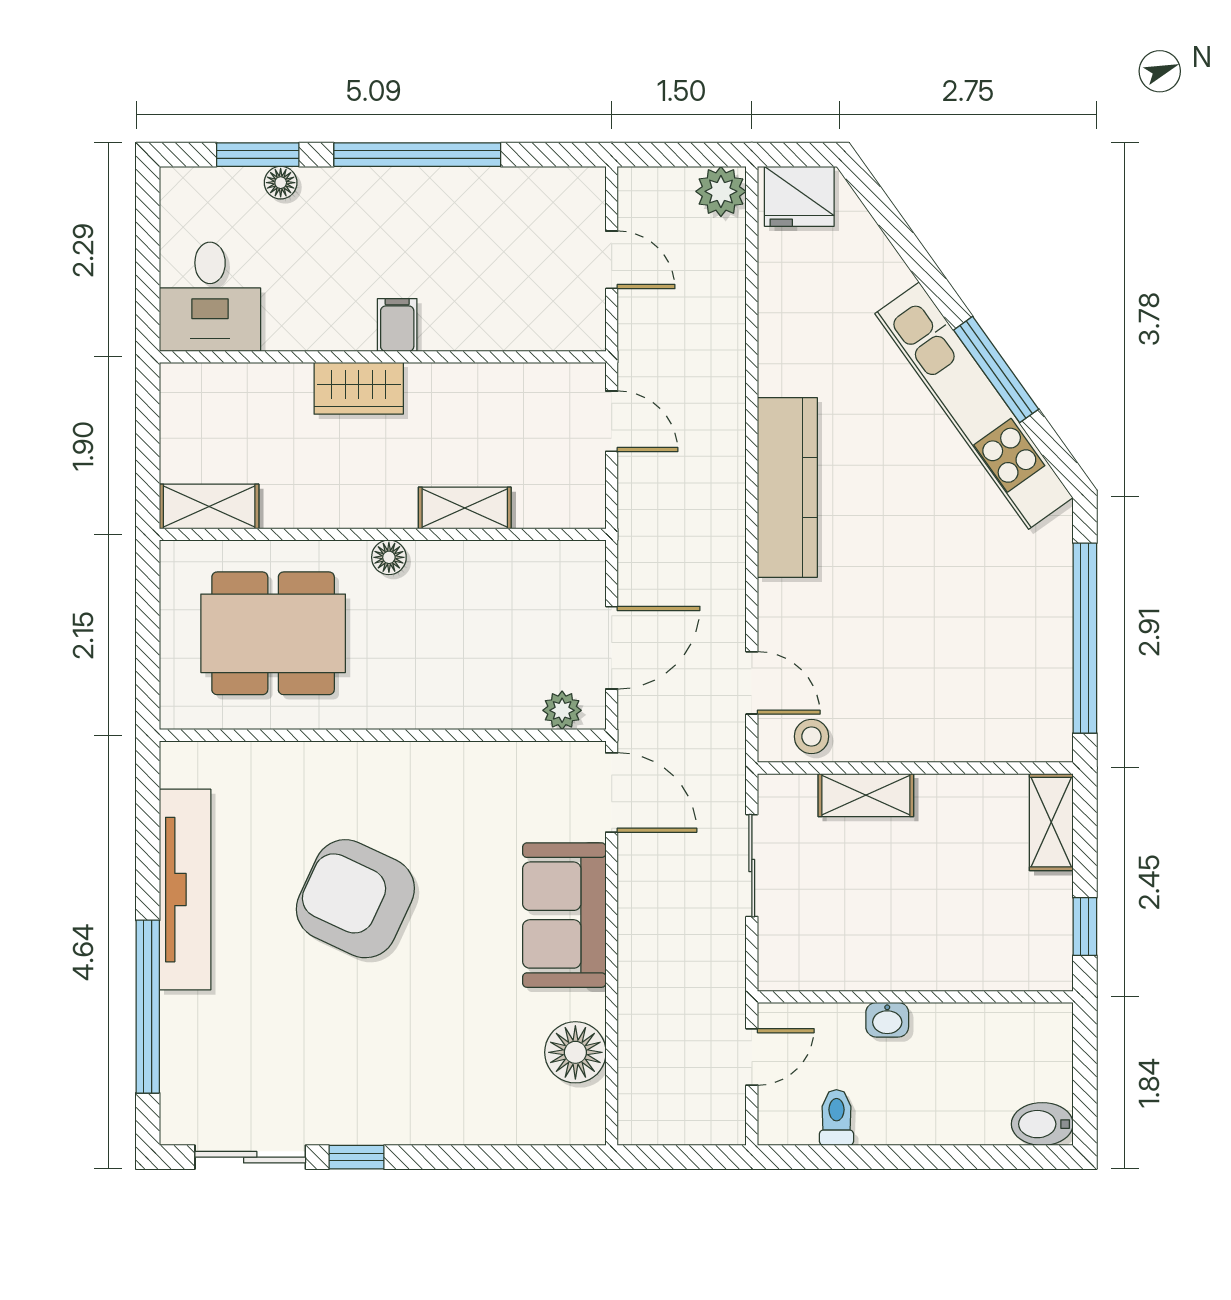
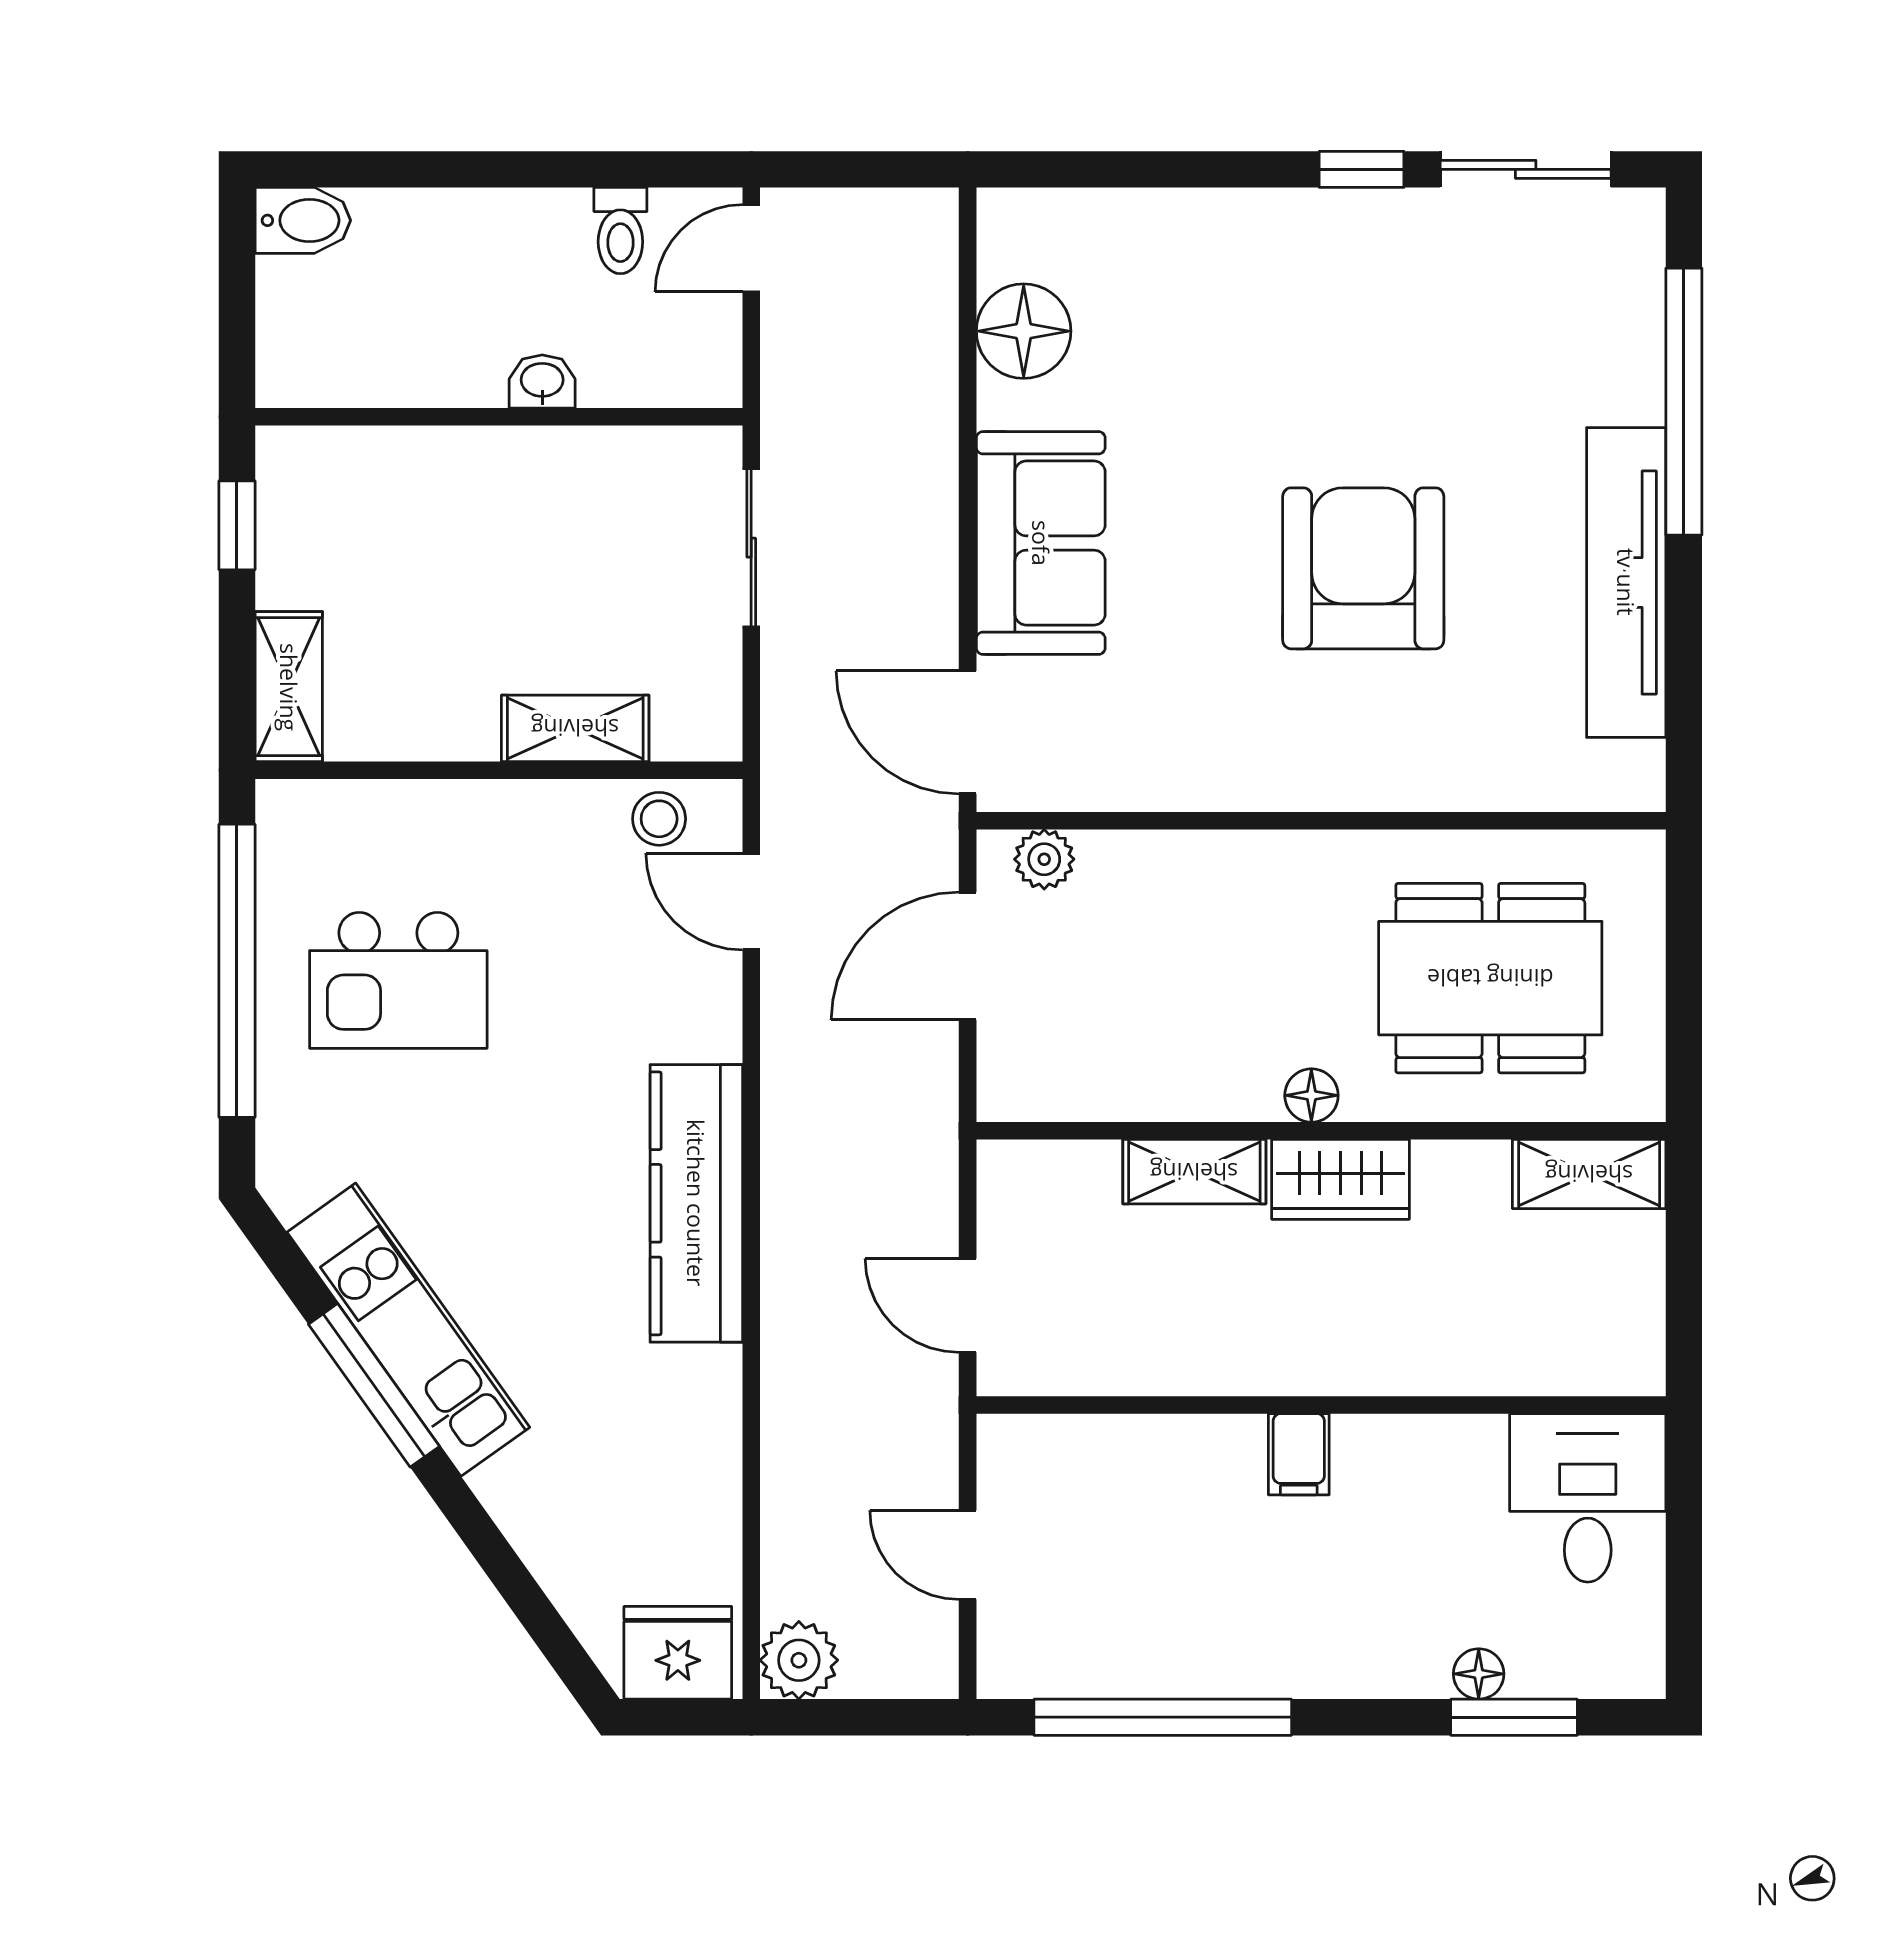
window: (417, 155) -> (1163, 1717), moved
wardrobe: (359, 388) -> (1341, 1179), moved, turned 180
kitchen unit: (974, 406) -> (408, 1330), width x0.73
kitchen island: (980, 632) -> (398, 980), added
sliding door: (752, 866) -> (751, 548), moved
armchair: (355, 899) -> (1363, 568), turned -115
door: (752, 1057) -> (751, 248), moved

